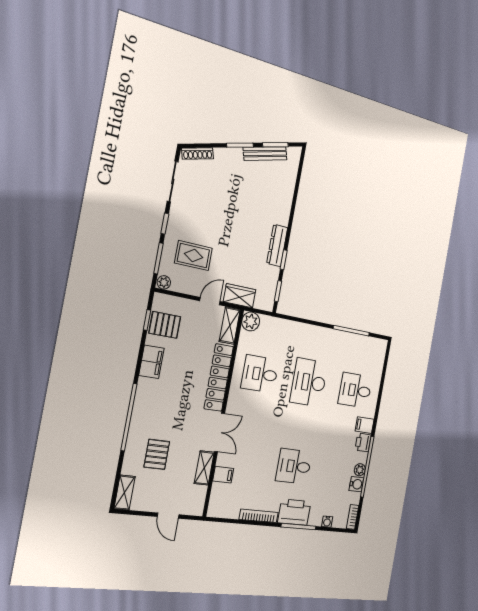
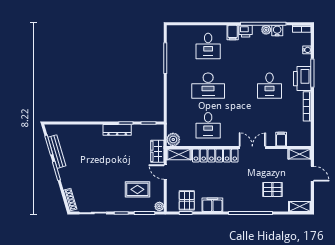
rug: (193, 256) -> (137, 189), turned 90
shelving: (204, 468) -> (300, 154), moved
door: (168, 516) -> (312, 174), hinge flipped

